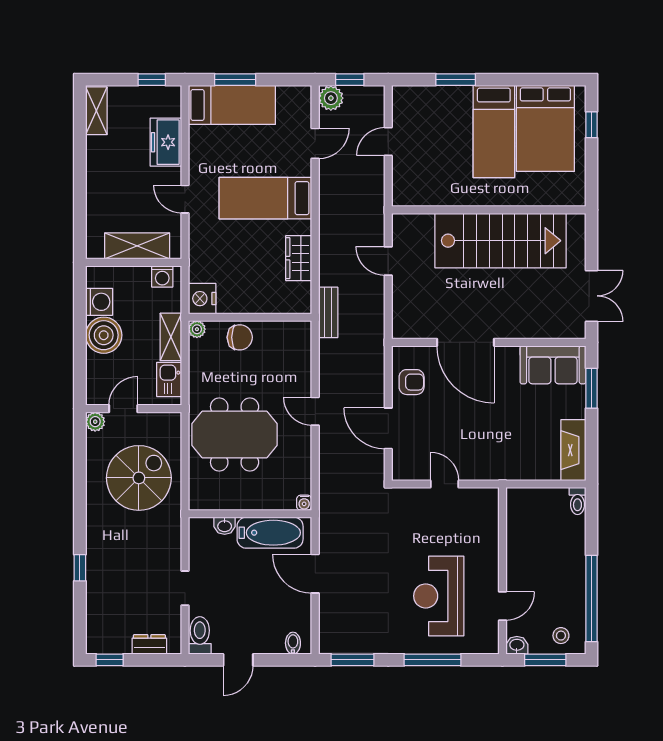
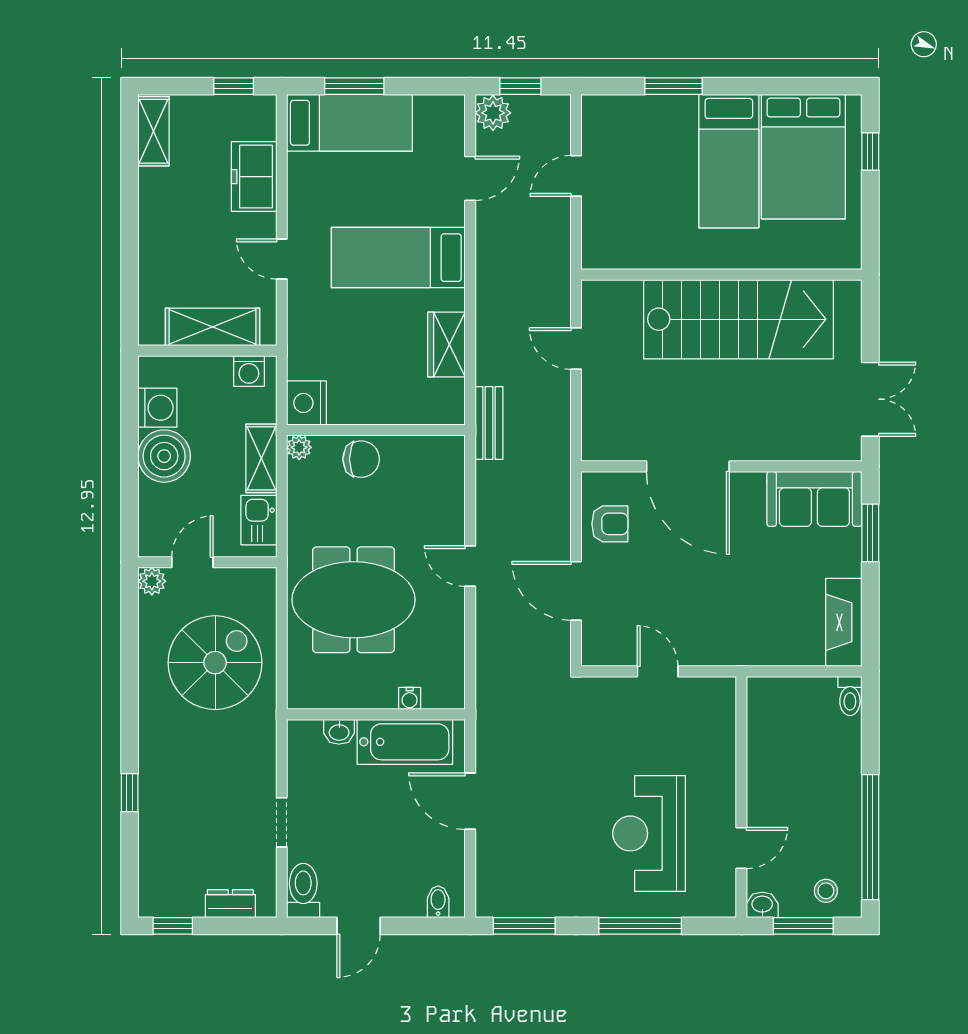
water cooler: (304, 503) -> (410, 698), moved

